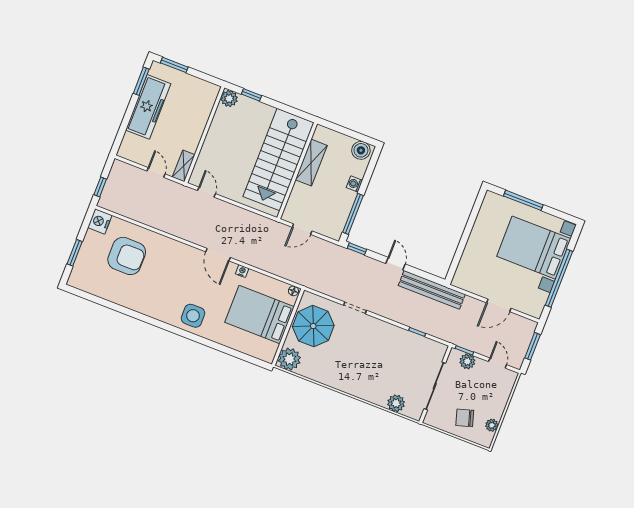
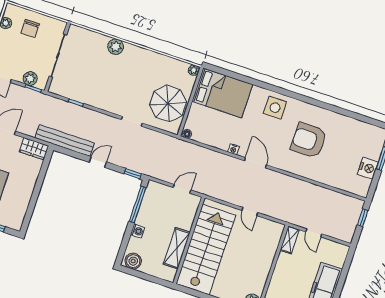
door: (207, 192) -> (250, 212), moved
nightstand: (100, 221) -> (368, 168), moved
armchair: (127, 256) -> (309, 140), moved
door: (395, 264) -> (98, 162), swing flipped
wardrobe: (467, 282) -> (34, 149), added
bed: (260, 315) -> (222, 93), moved
plant: (289, 359) -> (194, 70), width x0.53, depth x0.53
plant: (396, 403) -> (116, 47), moved
chair: (465, 418) -> (30, 28), turned 107

